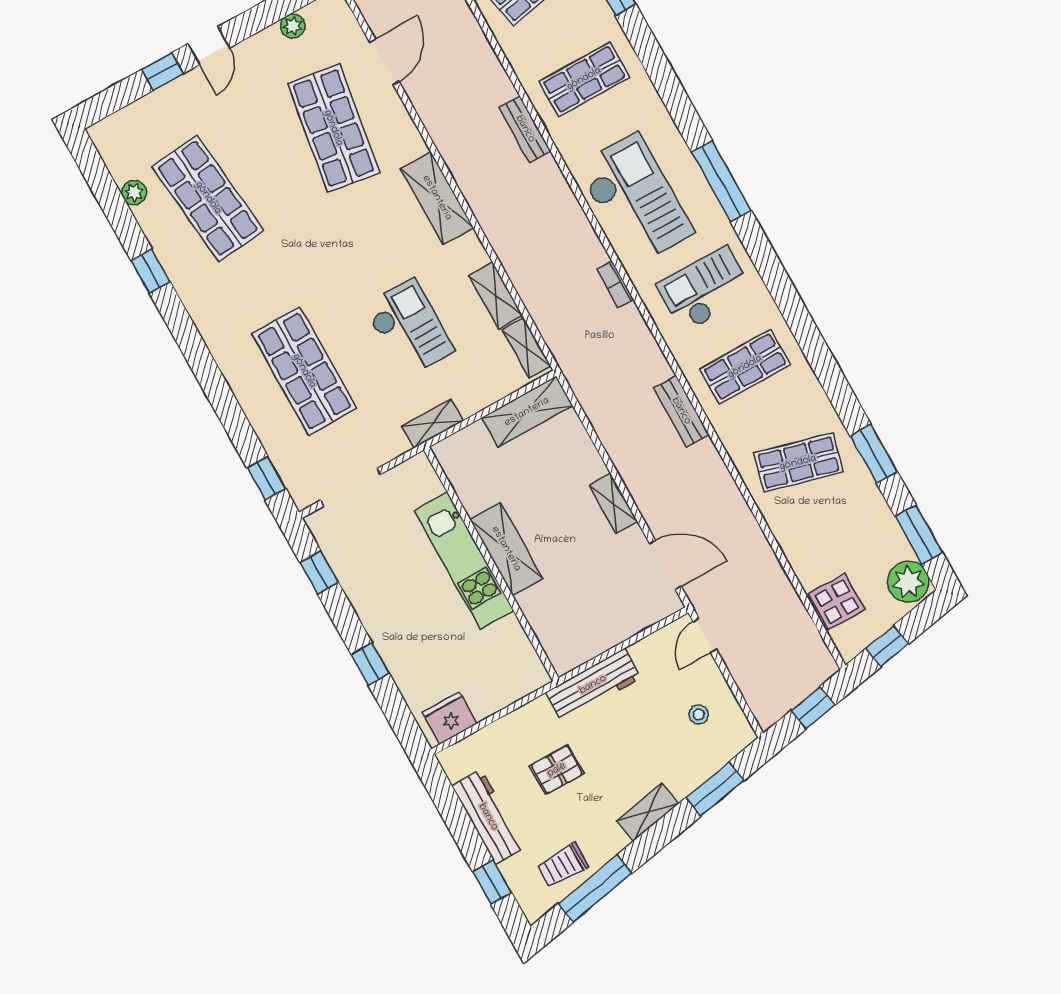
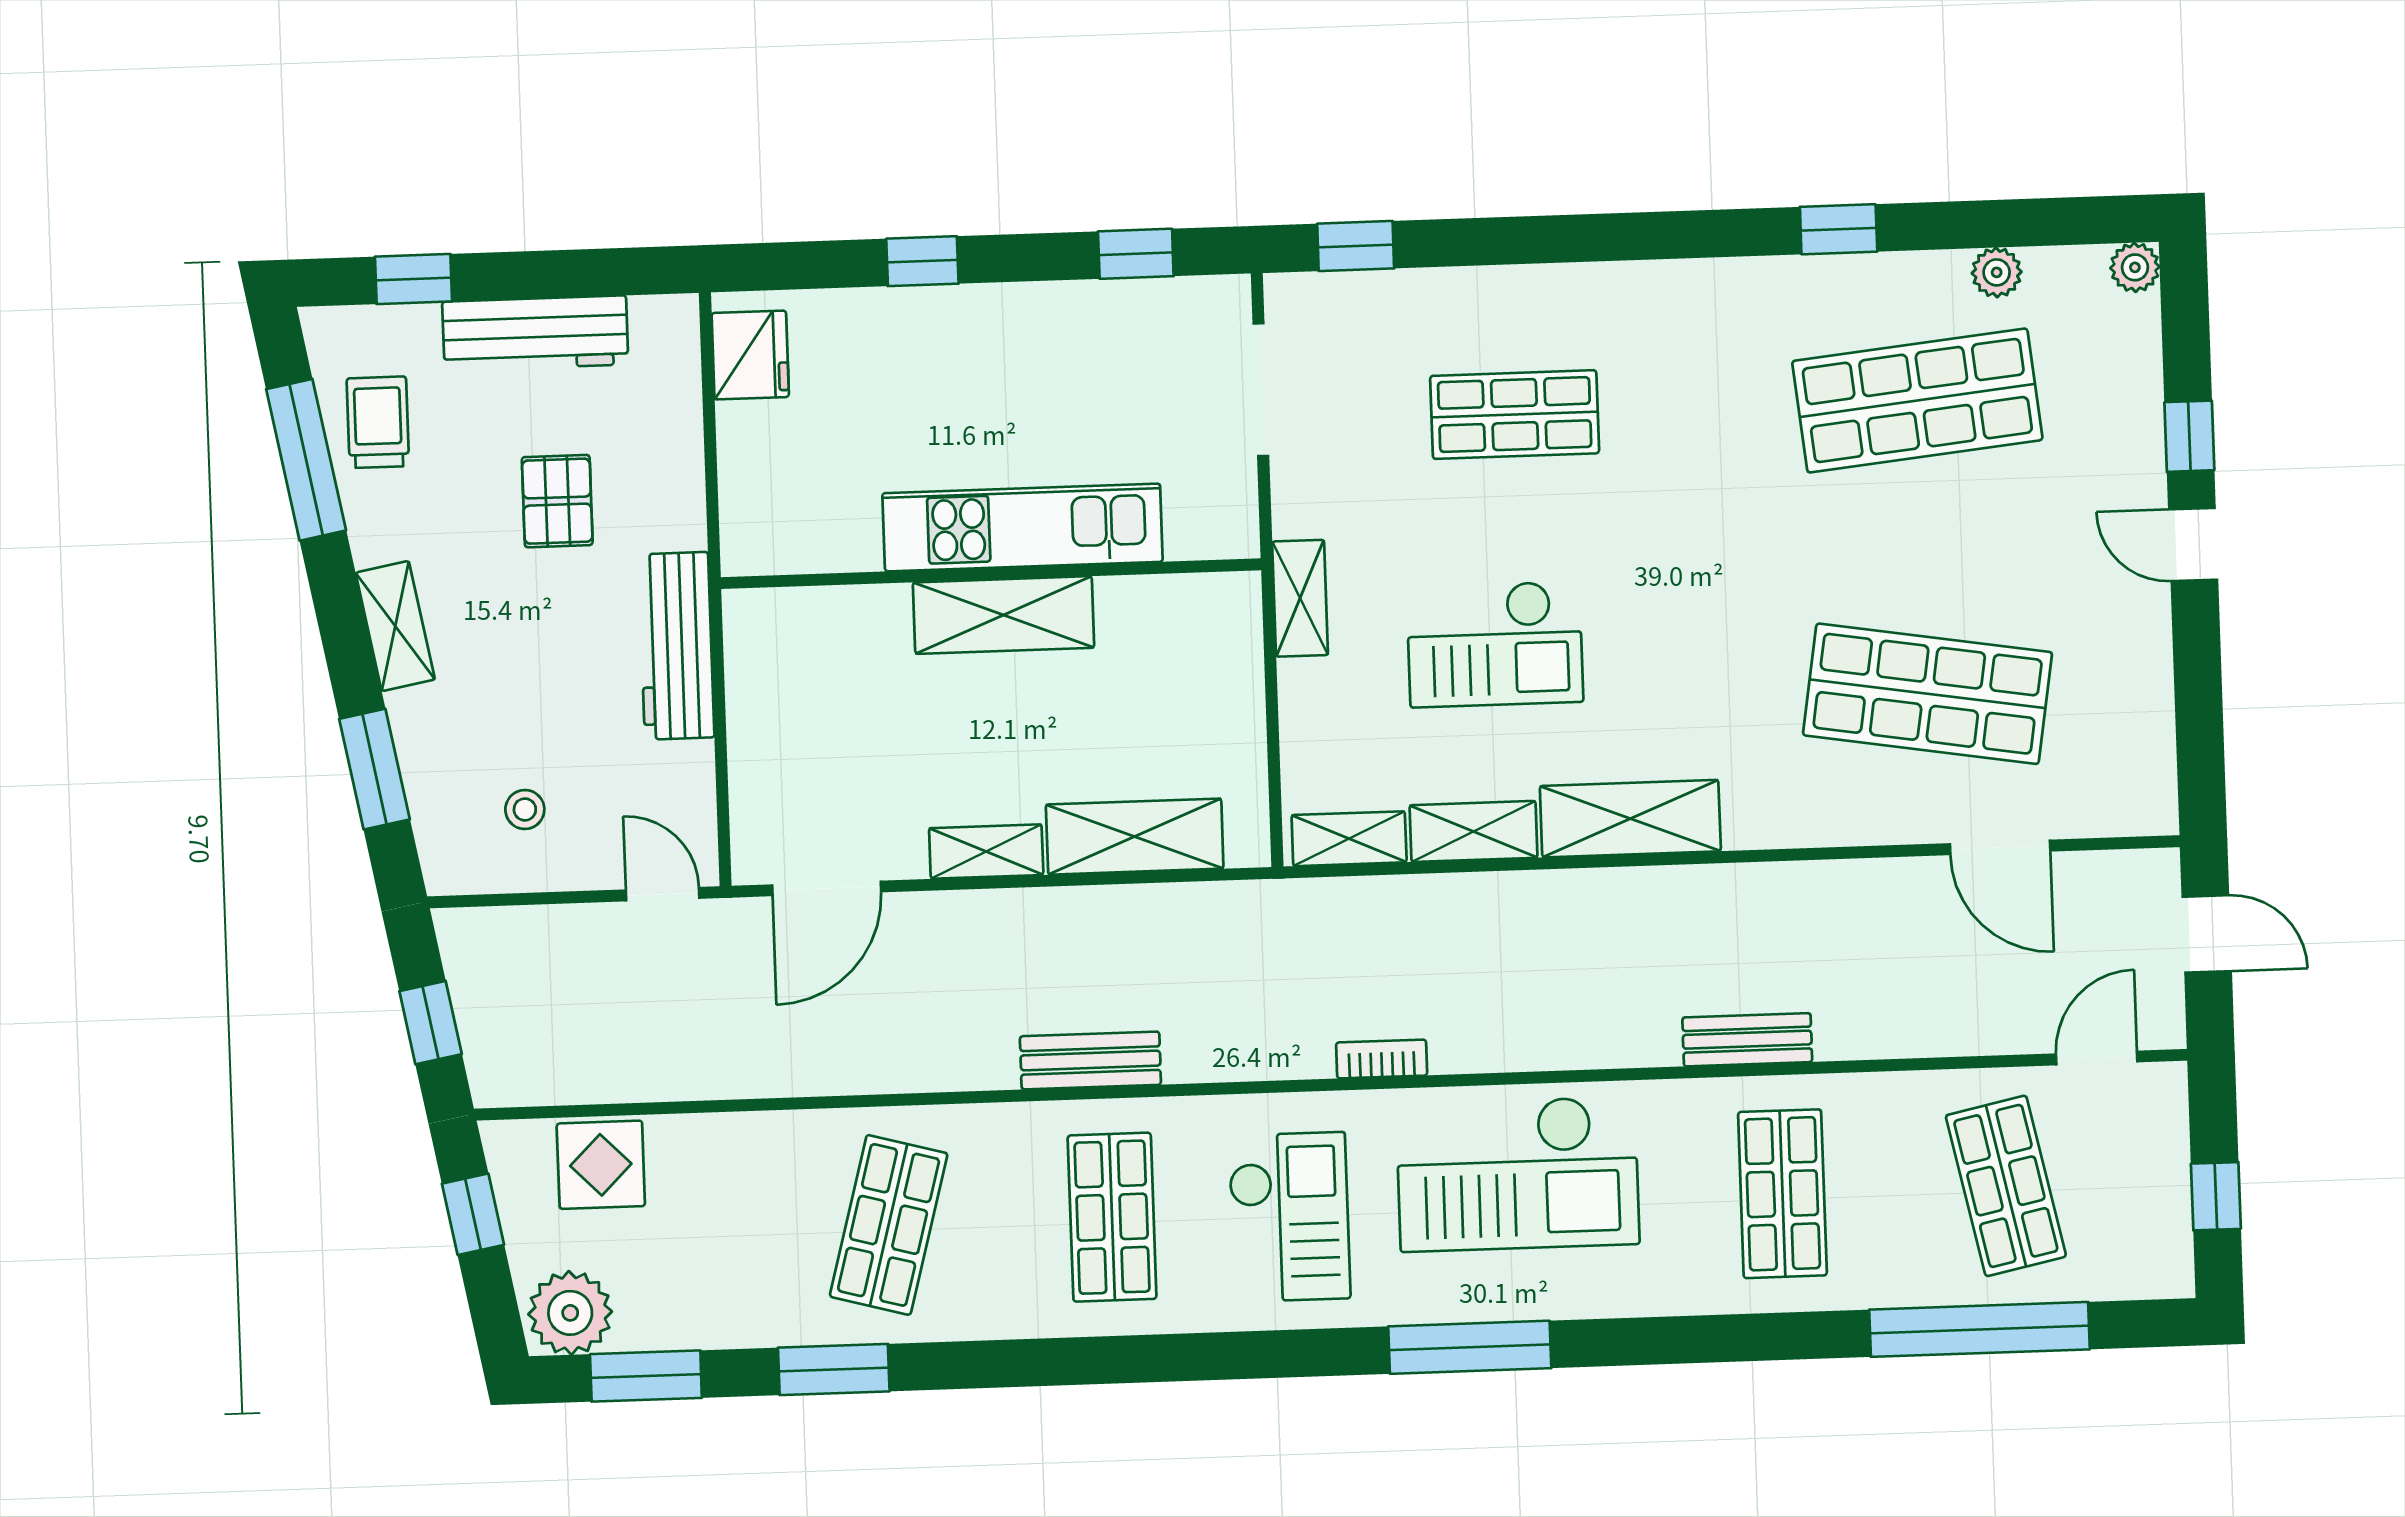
plant: (293, 26) -> (2135, 267), moved
shelving: (437, 198) -> (1630, 819), moved
shop shelf: (304, 371) -> (1515, 415), width x0.70, depth x0.74
shelving: (527, 412) -> (1135, 837), moved, turned 90

